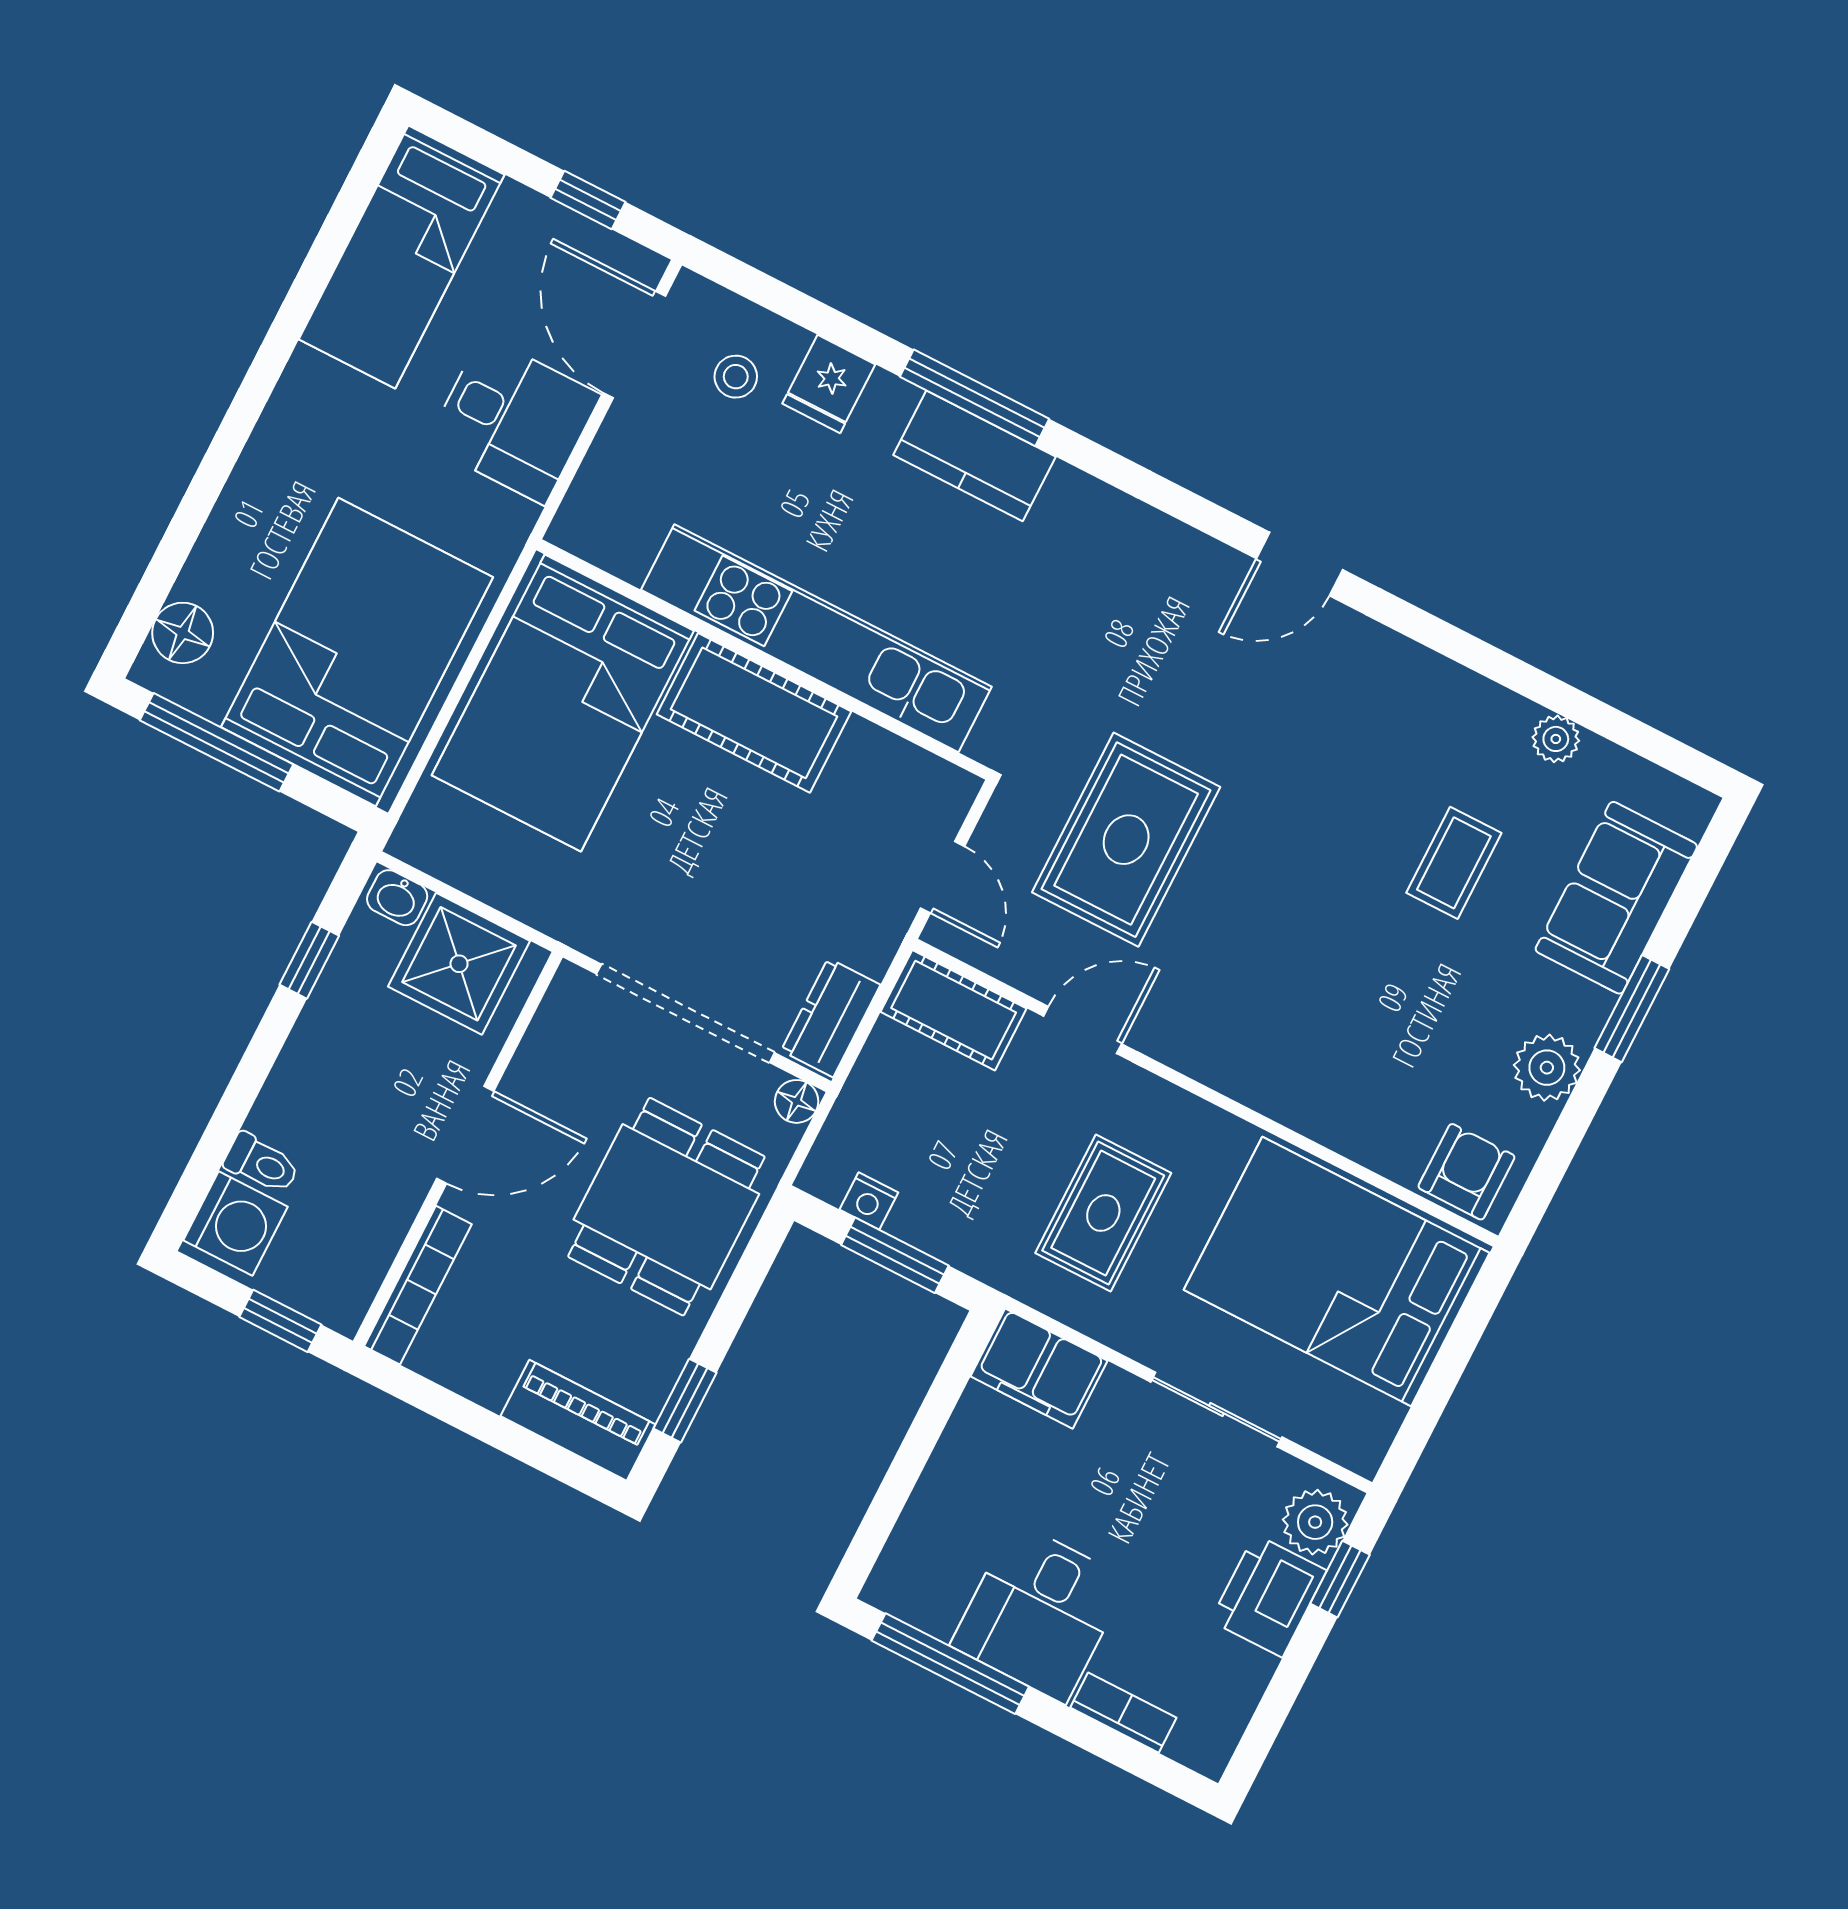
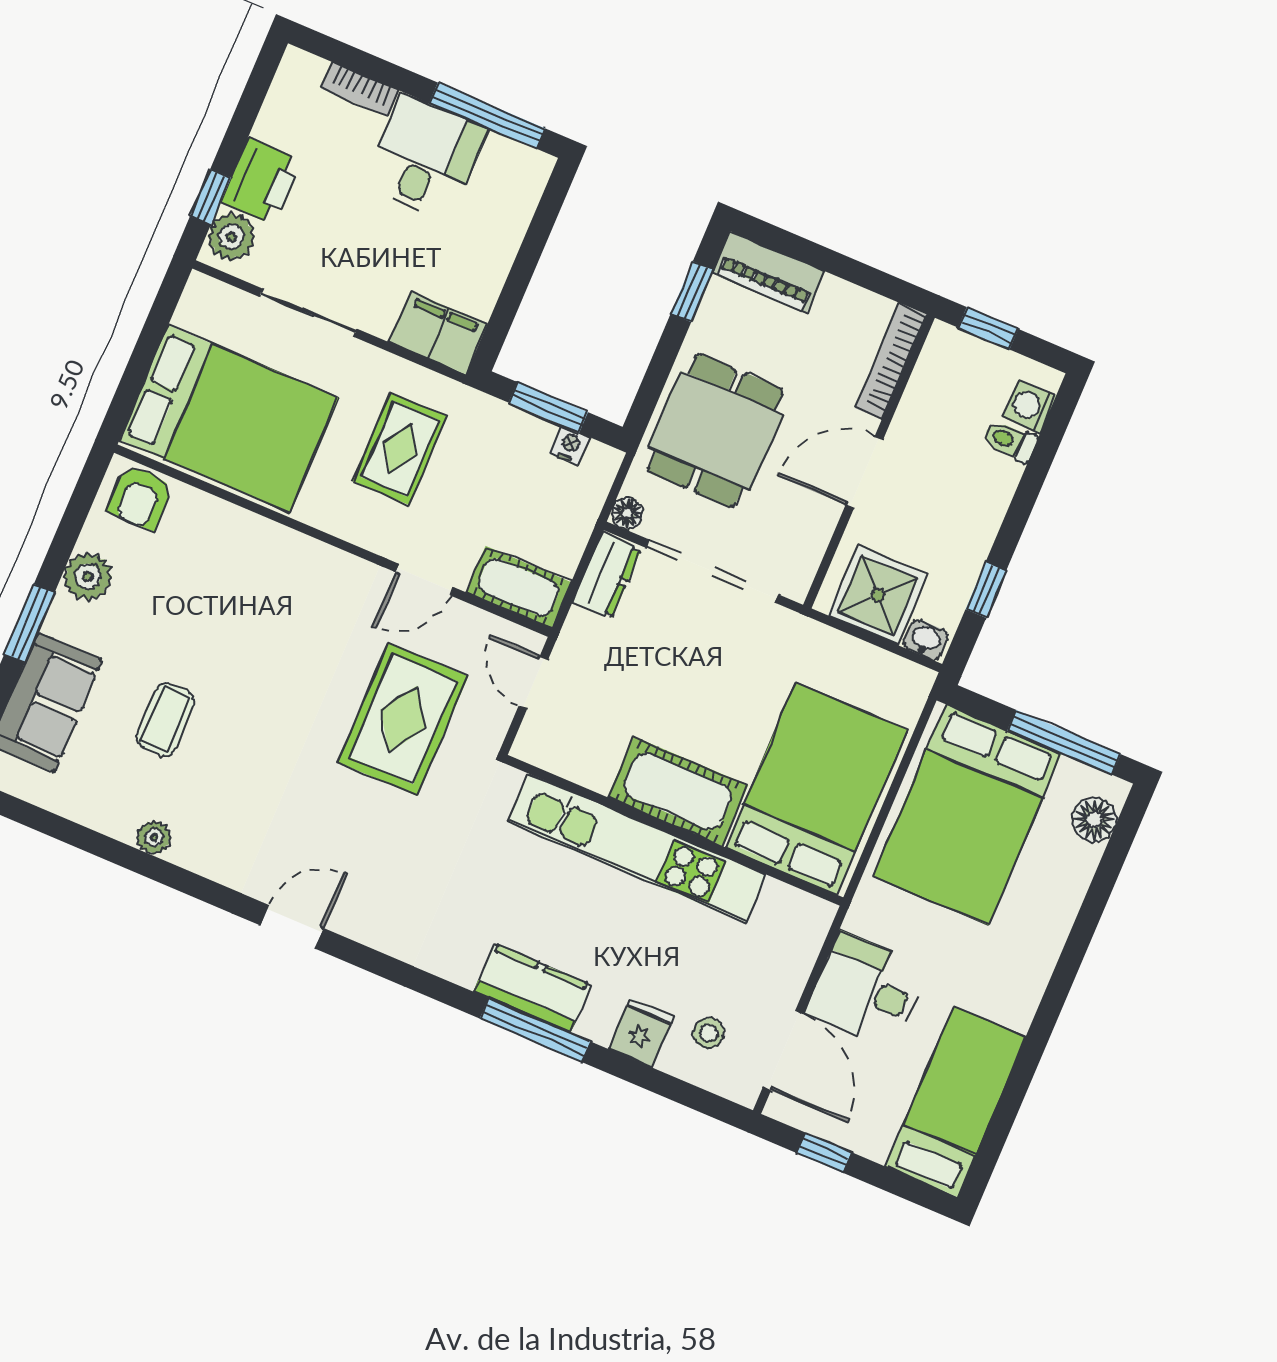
plant: (1556, 739) -> (154, 838), moved
washing machine: (235, 1223) -> (1030, 406), width x0.73, depth x0.73

